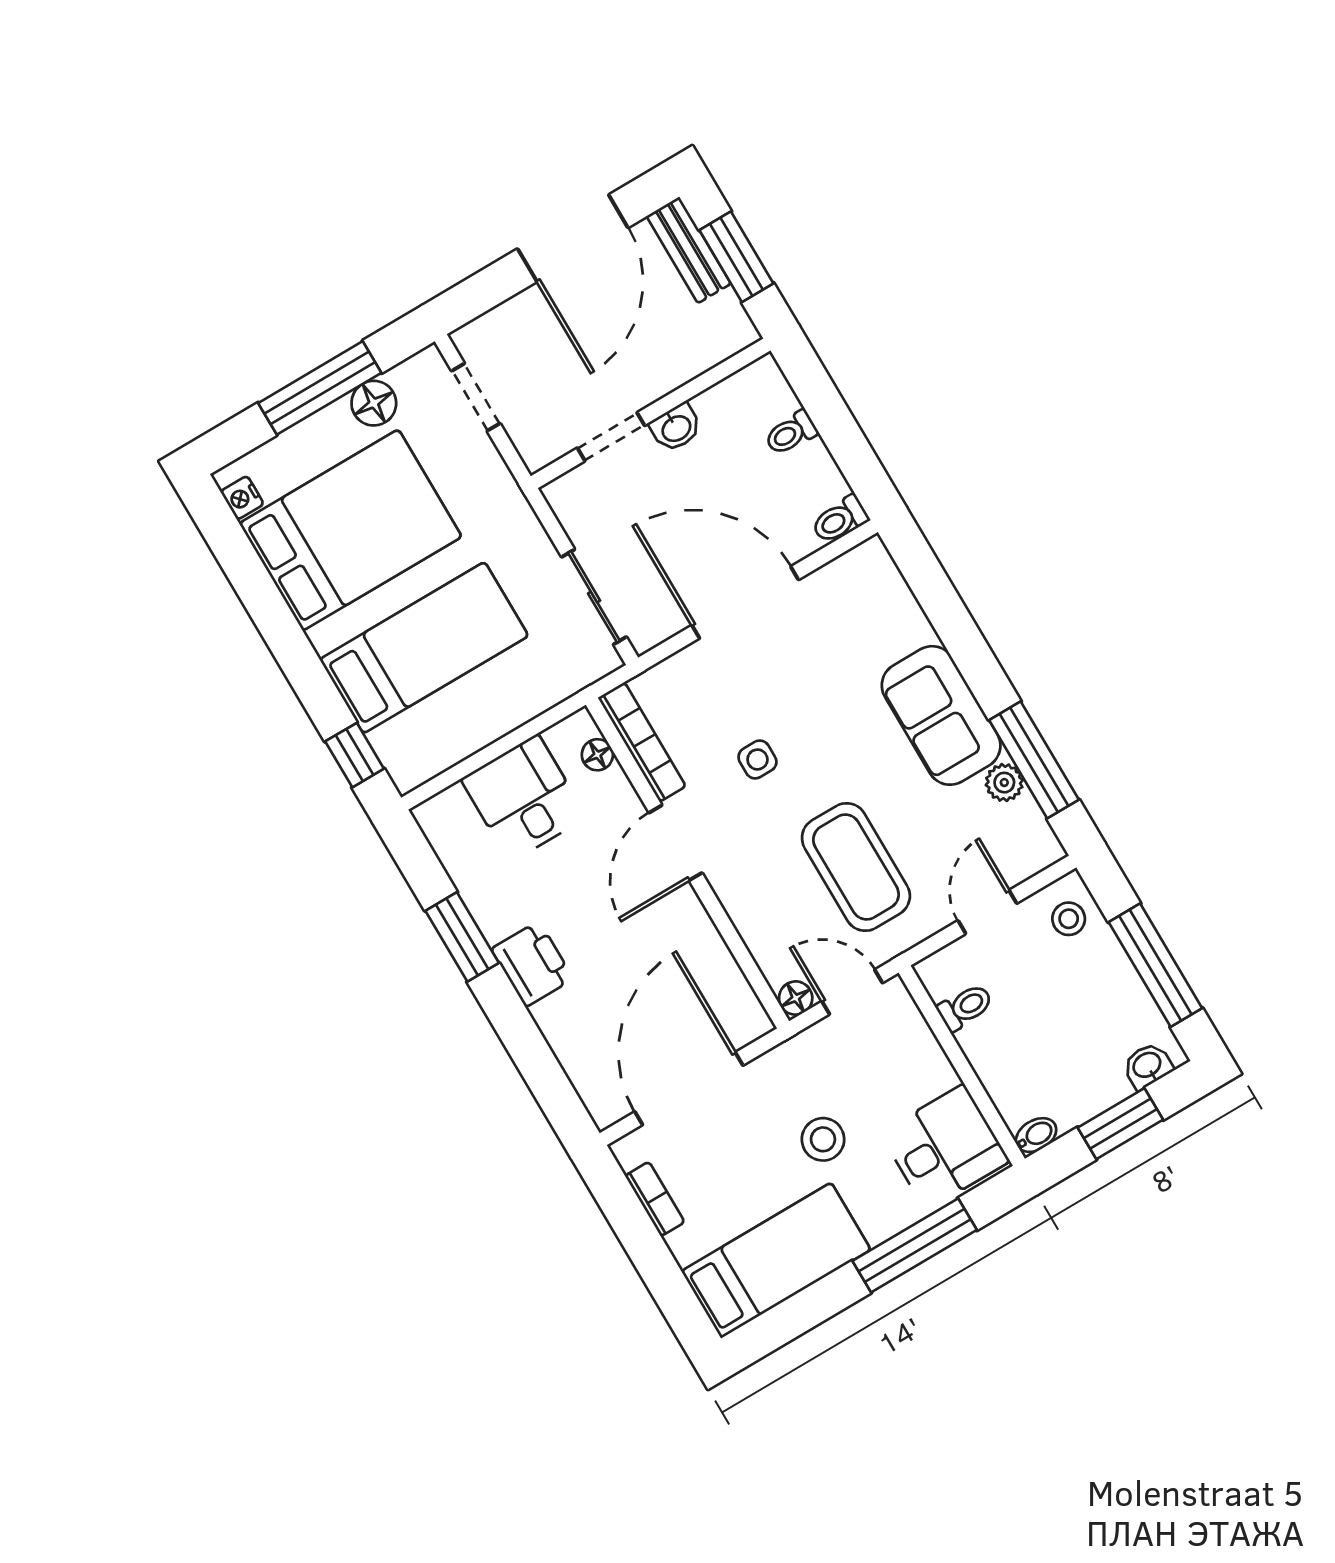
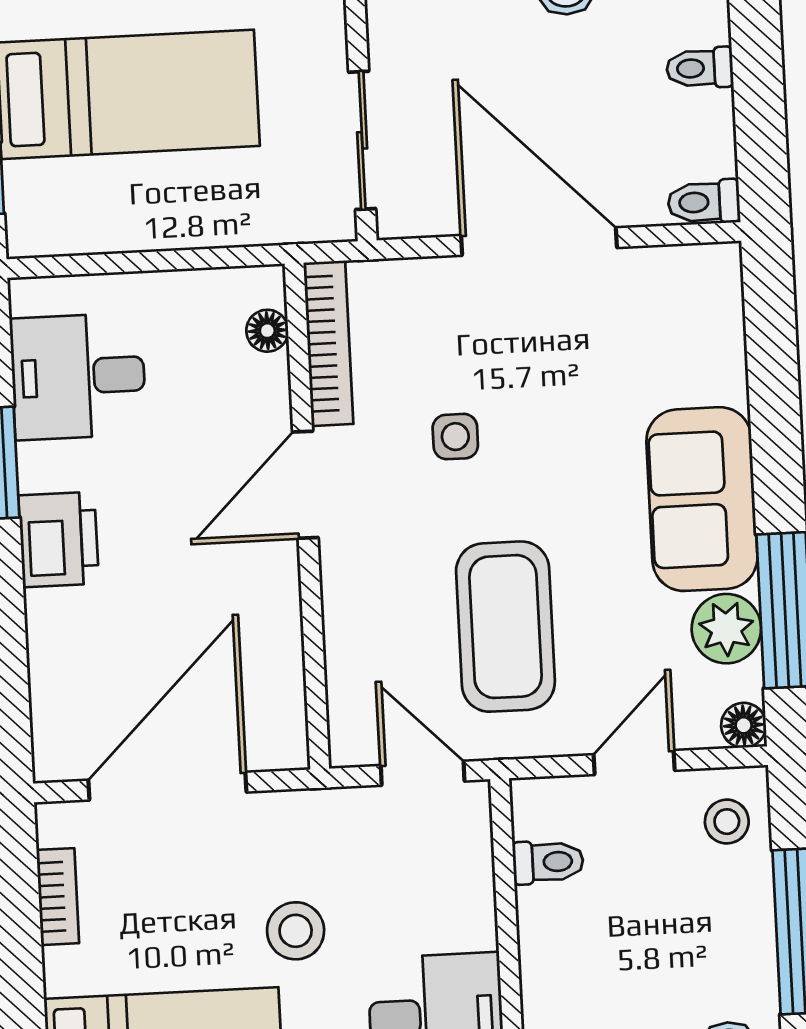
plant: (1004, 783) -> (726, 629), width x1.38, depth x1.38
desk: (524, 798) -> (78, 376), moved, turned -90
floor lamp: (796, 998) -> (744, 725), moved

